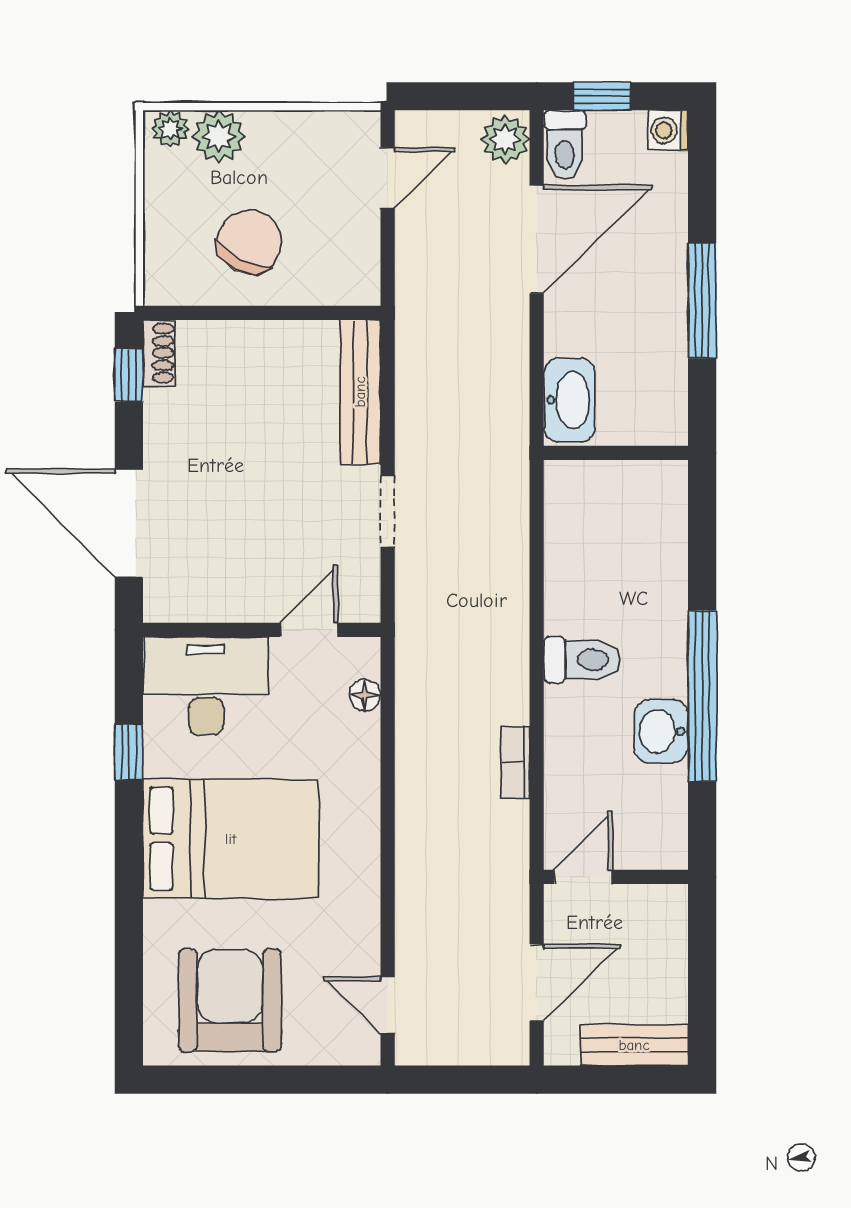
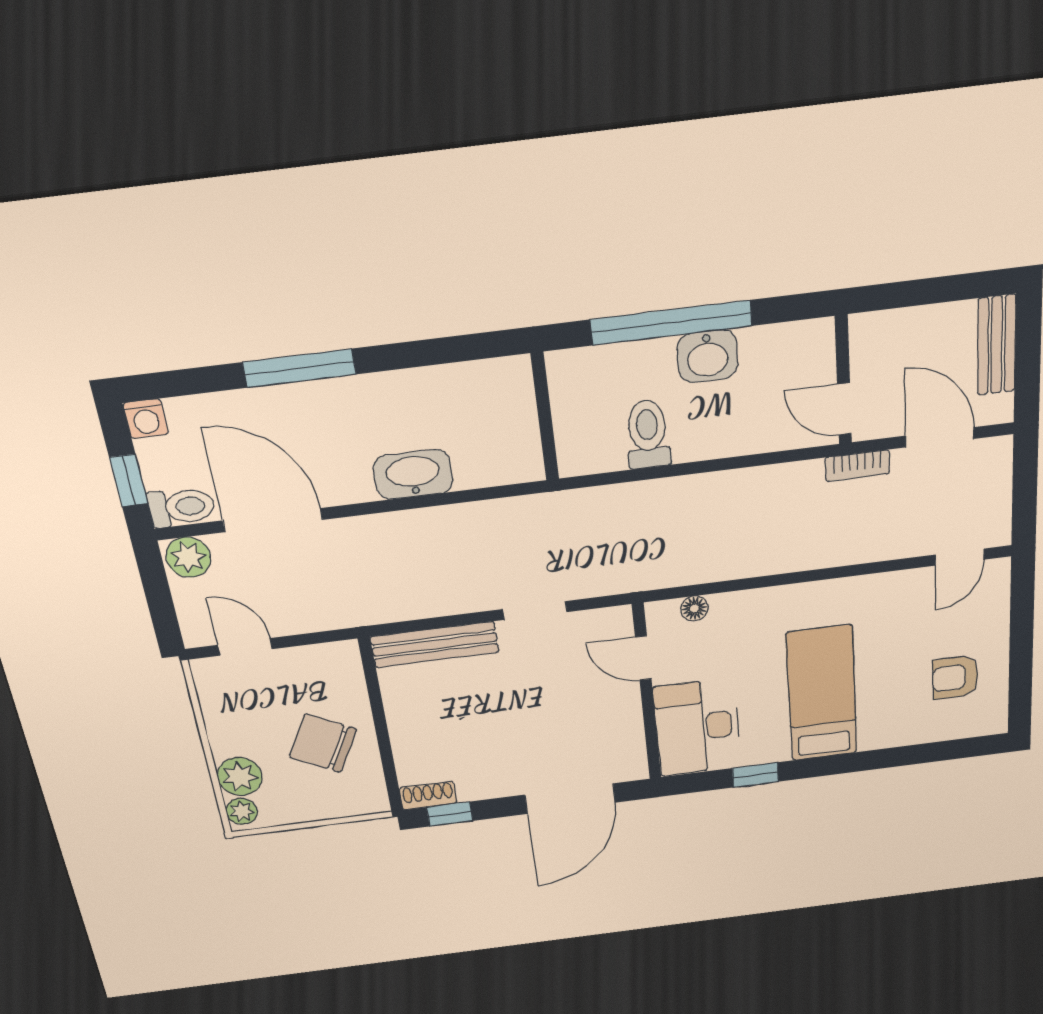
wall: (616, 453) -> (545, 417), moved
bookcase: (515, 762) -> (857, 466), moved
bed: (231, 839) -> (822, 694), width x0.67
armchair: (230, 1000) -> (955, 677), width x0.53, depth x0.53

